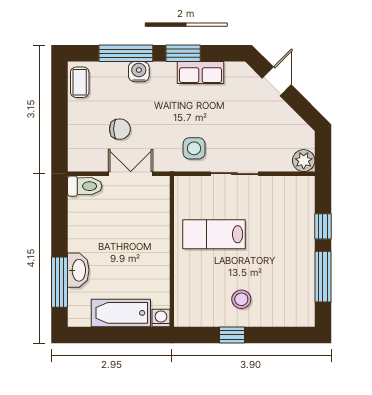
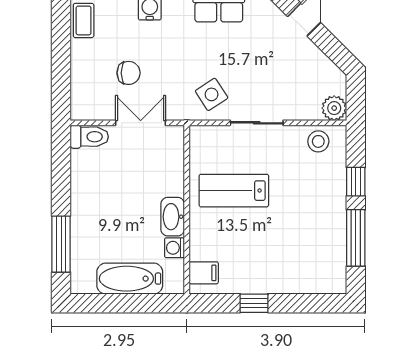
side table: (194, 148) -> (212, 94), turned -33
washbasin: (78, 270) -> (173, 217), moved, turned 180
stool: (241, 299) -> (318, 141), moved
filing cabinet: (187, 308) -> (204, 273), added
washing machine: (161, 318) -> (174, 248), moved, turned -90

